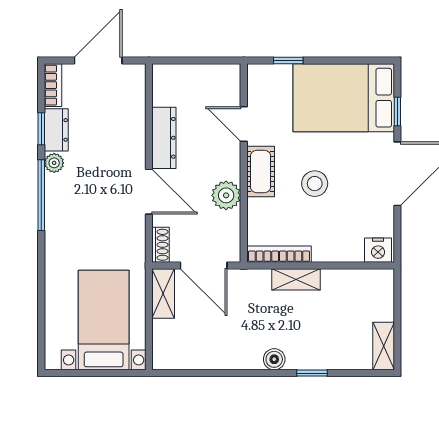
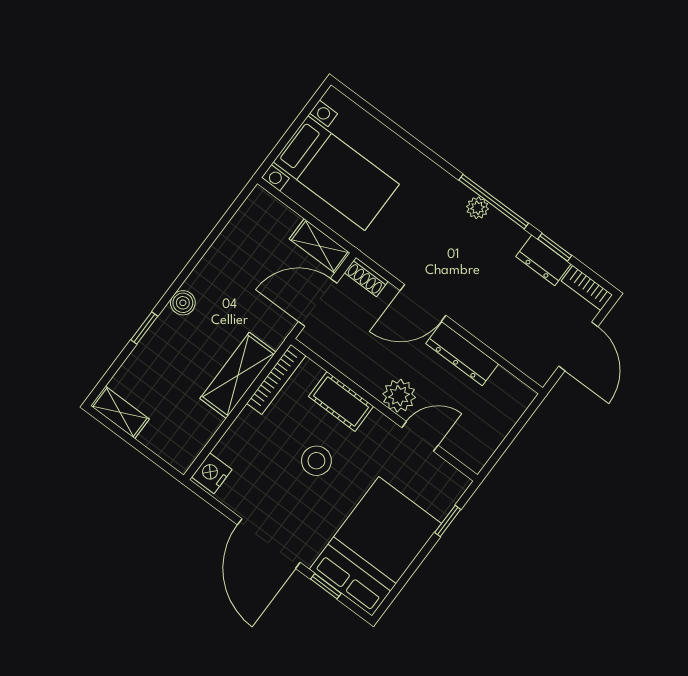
plant: (54, 163) -> (477, 208), moved
cot: (261, 171) -> (341, 401), moved
plant: (226, 195) -> (399, 396), moved
shelving: (296, 279) -> (238, 375), width x1.50, depth x1.33

